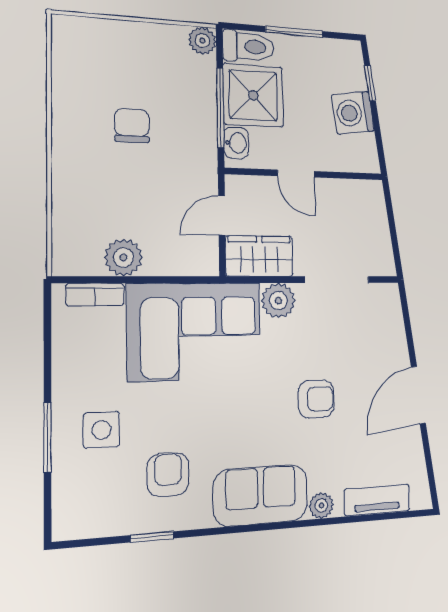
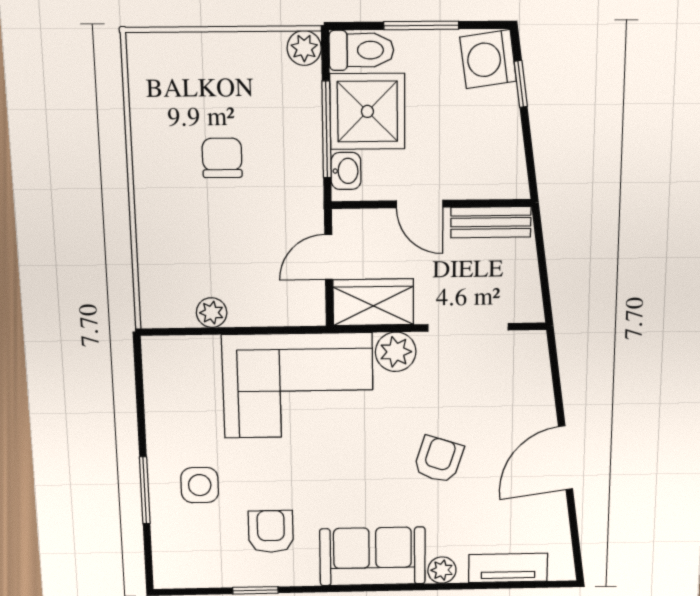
washing machine: (353, 113) -> (488, 59), moved
bench: (352, 191) -> (491, 222), added
plant: (123, 257) -> (212, 313), width x0.73, depth x0.73
bookcase: (95, 295) -> (188, 347), removed
armchair: (316, 399) -> (439, 460), turned -72

